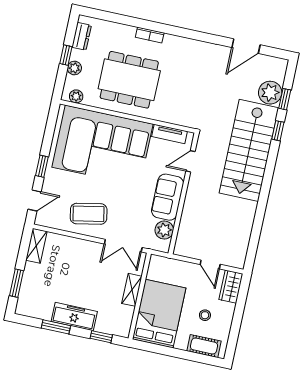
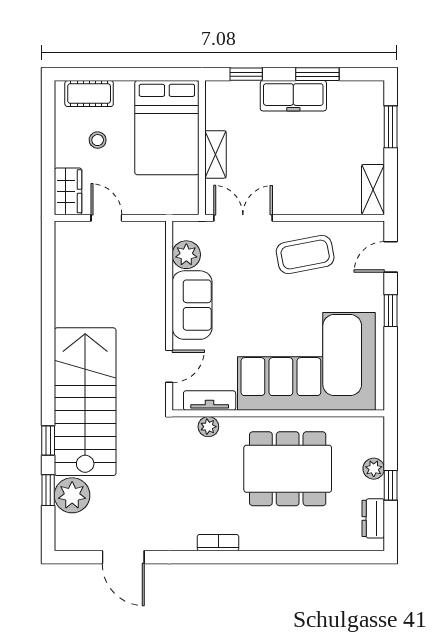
bookcase: (150, 35) -> (218, 543), moved
door: (246, 46) -> (123, 557), swing flipped
plant: (76, 96) -> (208, 427), moved

